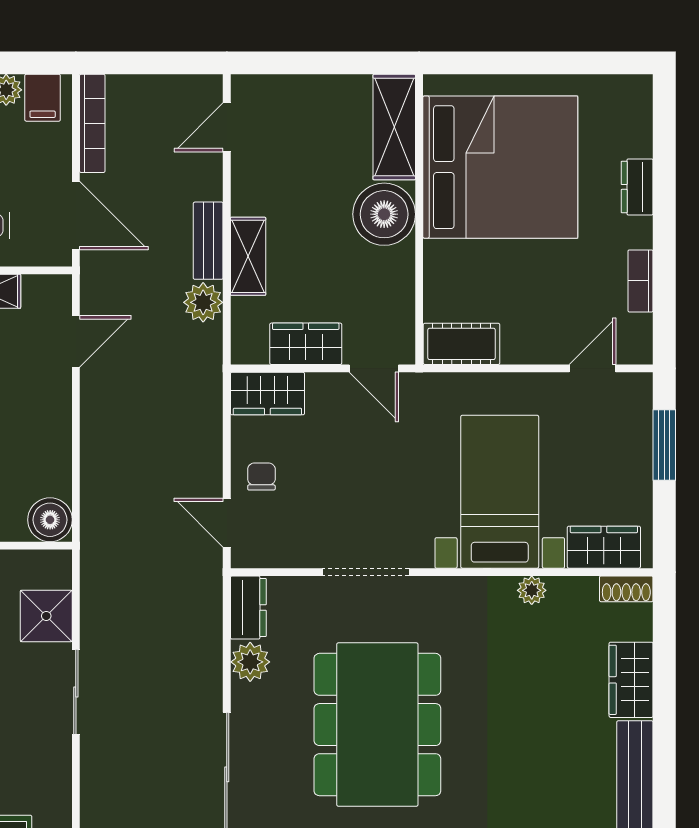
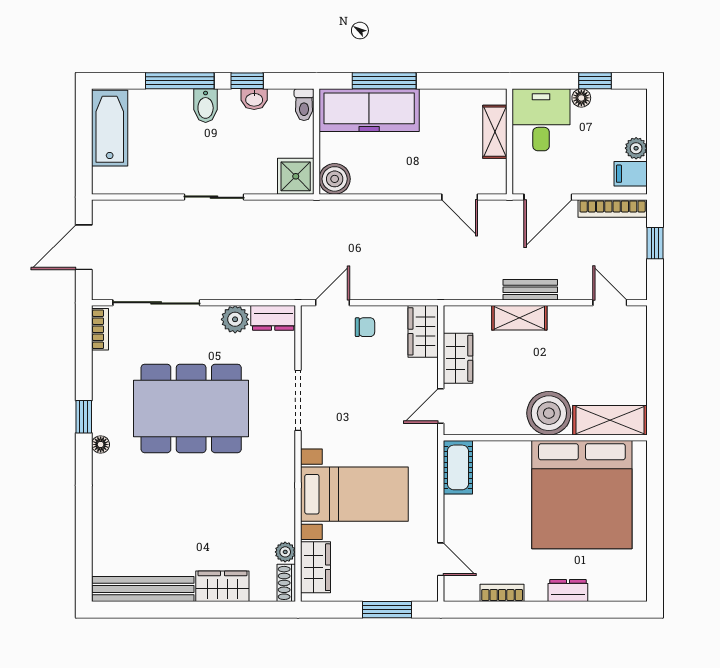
window: (141, 63) -> (655, 243), added
plant: (203, 302) -> (487, 286), removed
plant: (532, 590) -> (285, 552), moved
shower: (46, 616) -> (296, 176), moved

